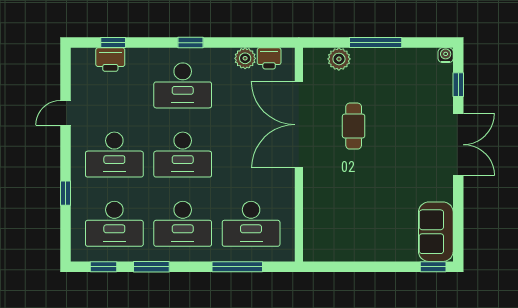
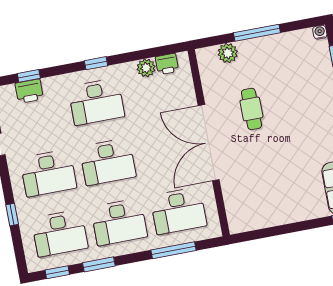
double door: (299, 125) -> (209, 143), moved

